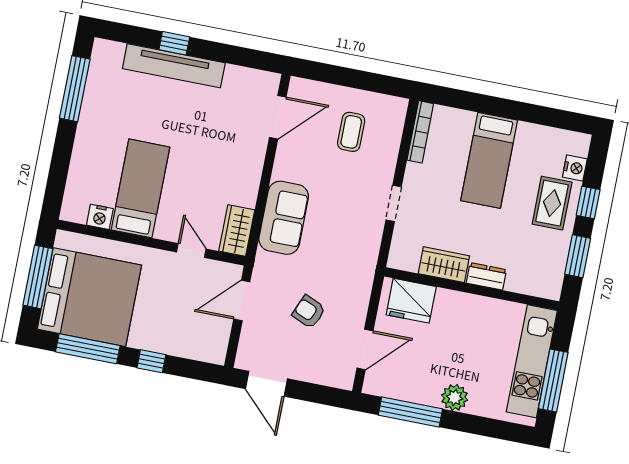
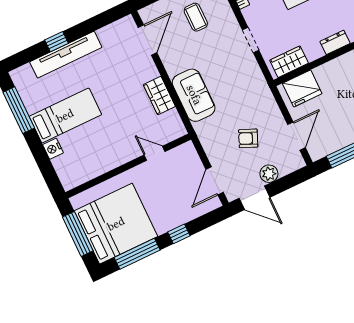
bed: (140, 188) -> (65, 116), moved, turned 90
nightstand: (100, 217) -> (53, 149), moved, turned 90
wardrobe: (237, 230) -> (159, 95), moved
wardrobe: (444, 265) -> (289, 62), moved
door: (242, 300) -> (215, 181), moved
plant: (303, 369) -> (269, 174), added

